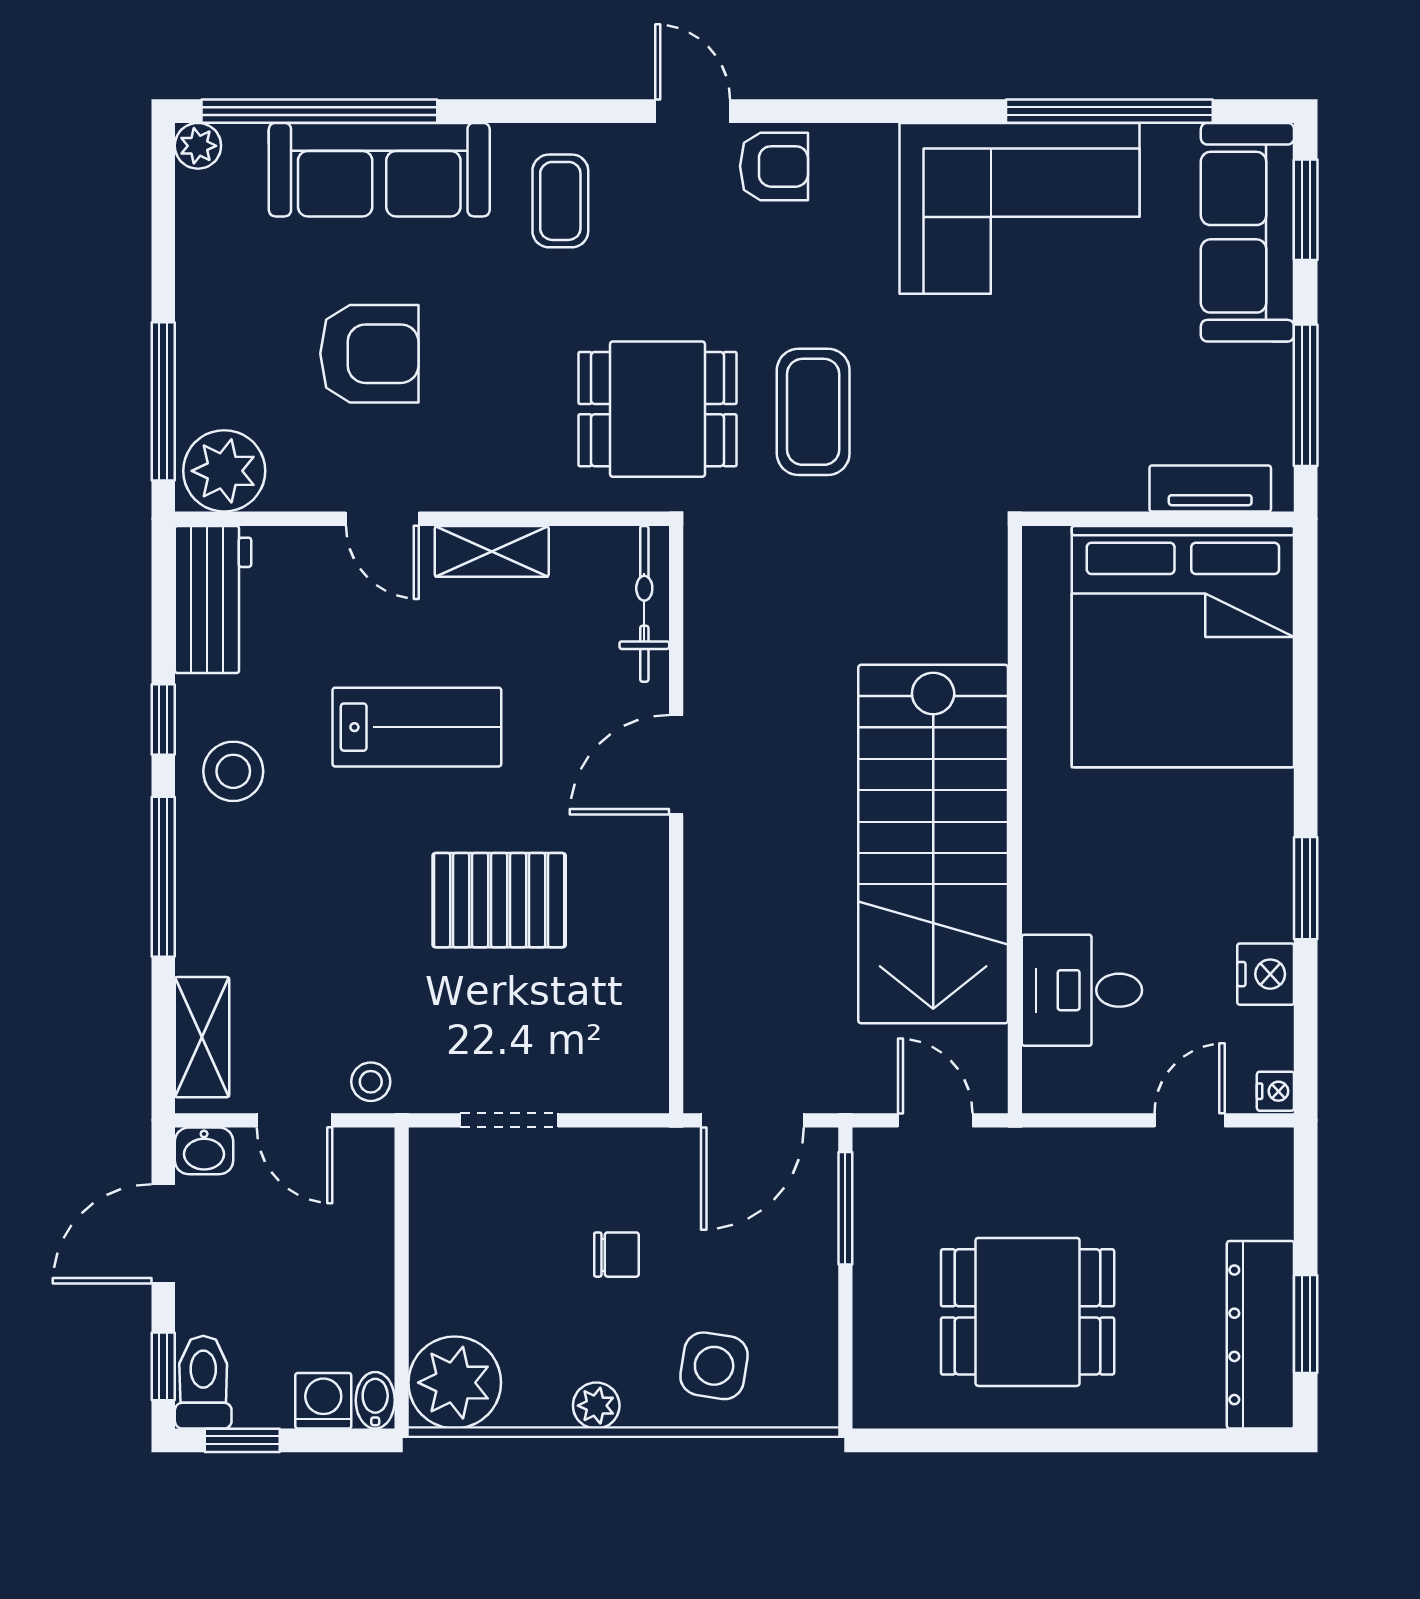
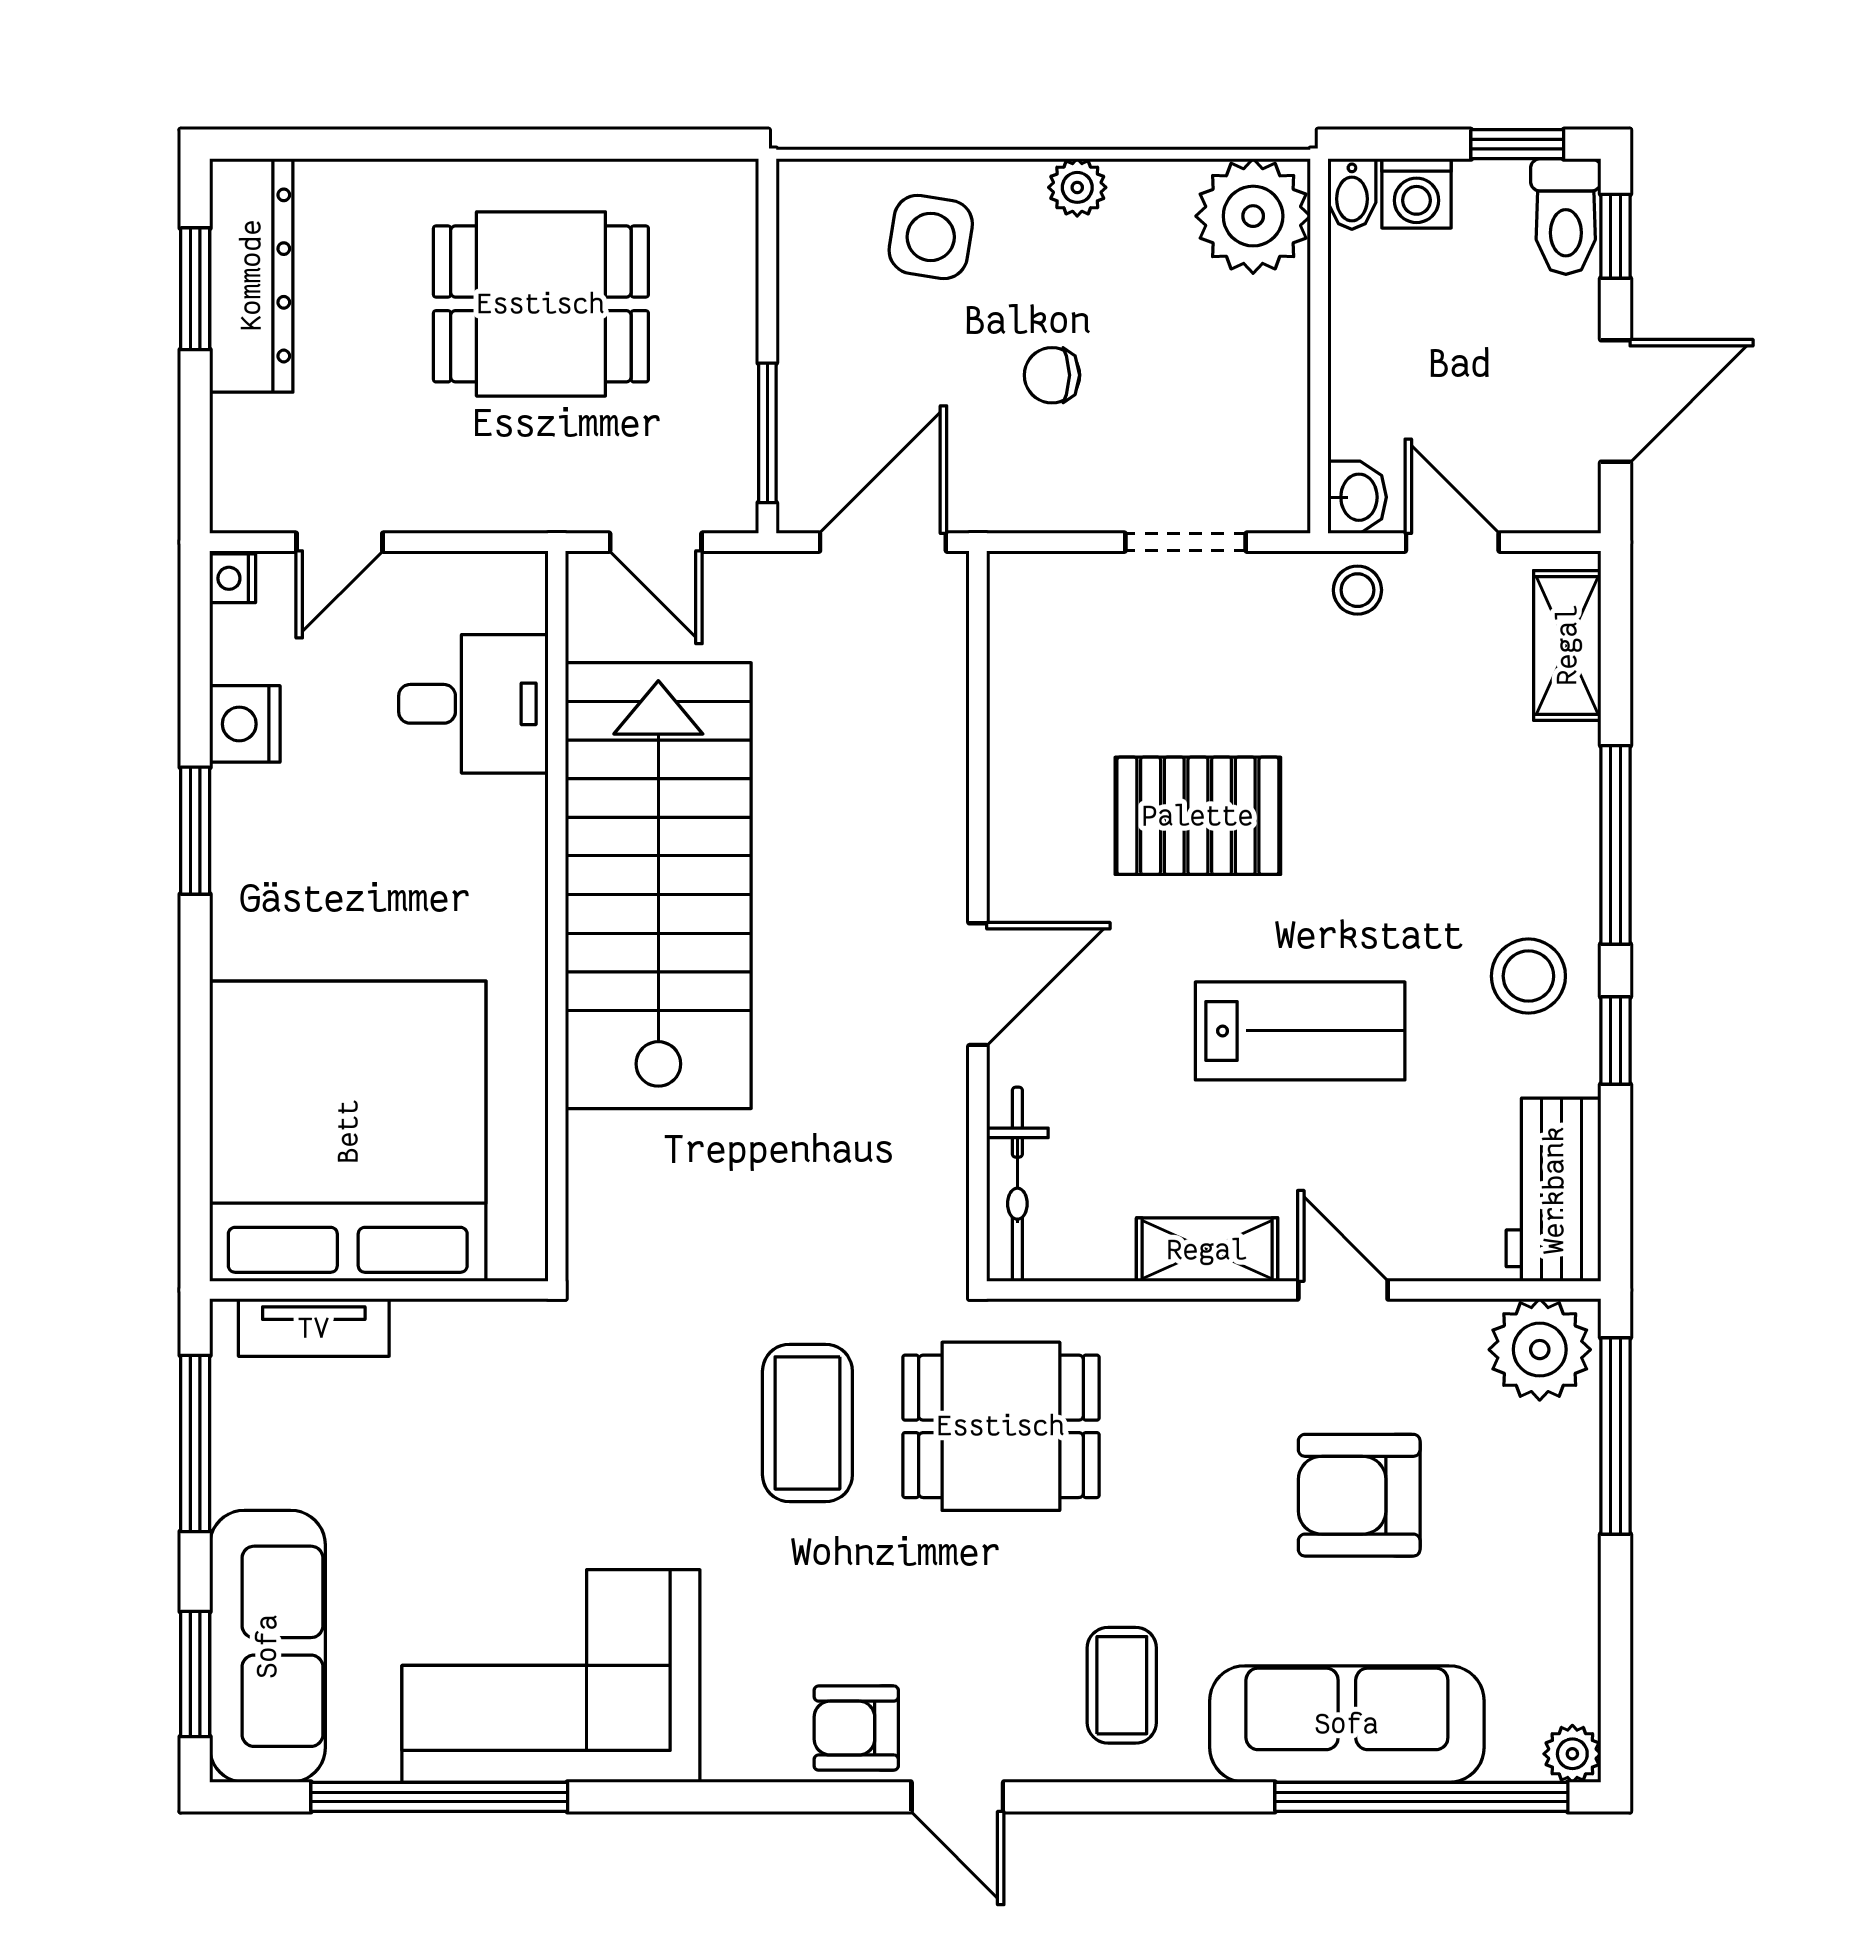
lab bench: (417, 727) -> (1300, 1031), turned 180
washbasin: (204, 1151) -> (1357, 497), moved, turned 90

